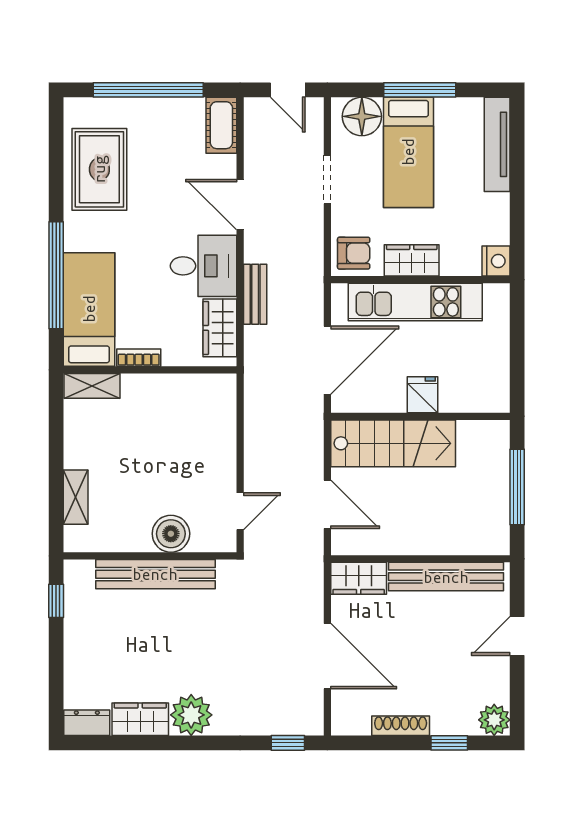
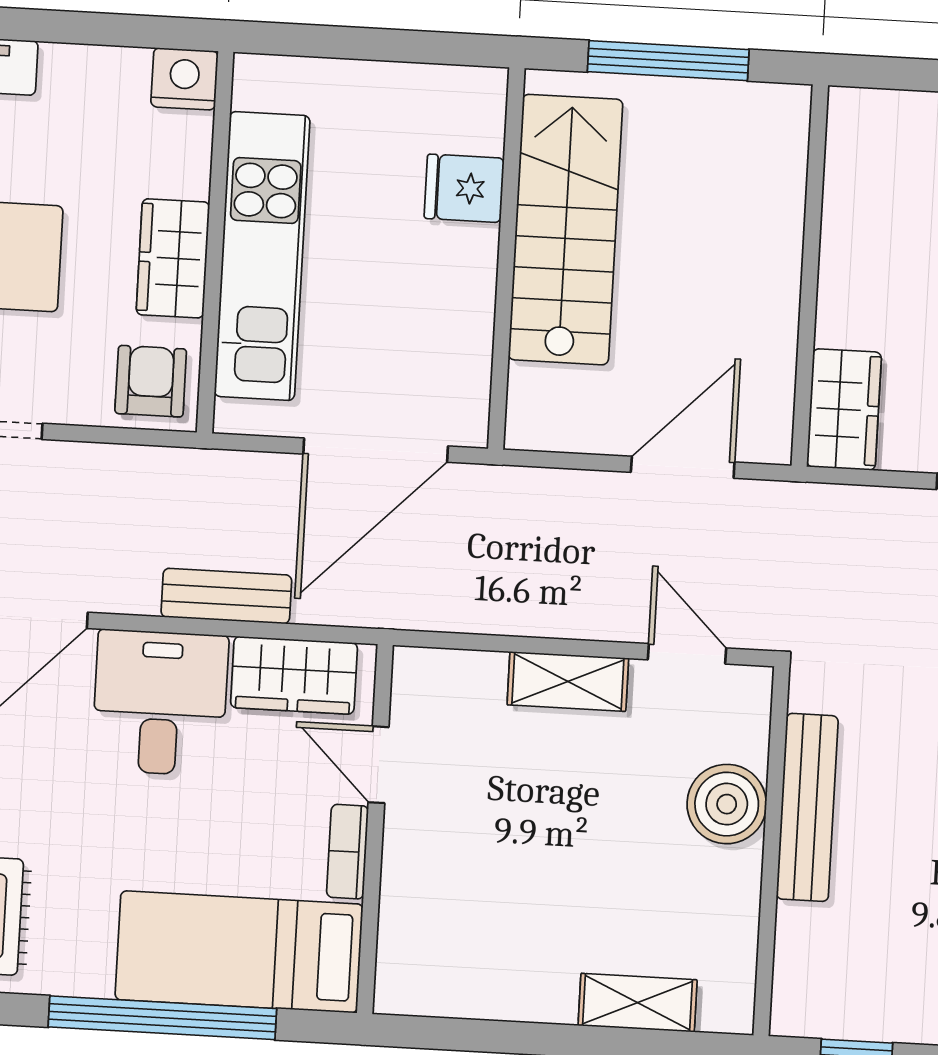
door: (327, 360) -> (376, 450), swing flipped
door: (180, 370) -> (378, 765), added
shelving: (92, 386) -> (568, 681), moved, turned 90
fridge: (422, 395) -> (464, 188), moved
stairs: (393, 443) -> (566, 230), moved
bench: (155, 574) -> (807, 807), width x0.73, depth x0.82
bench: (446, 577) -> (851, 223), removed

